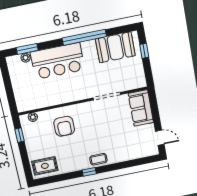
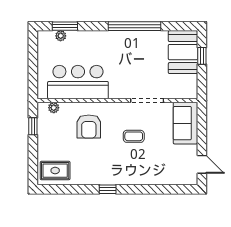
booth: (115, 47) -> (183, 52), moved, turned 90
bar counter: (58, 61) -> (78, 82), moved, turned 180
coffee table: (98, 159) -> (134, 136), moved

